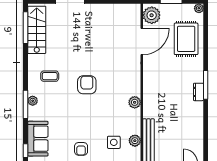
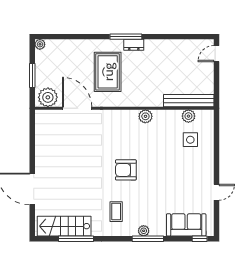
window: (25, 28) -> (76, 239), moved
rug: (186, 39) -> (108, 72), moved, turned 90
armchair: (81, 149) -> (198, 176), removed

